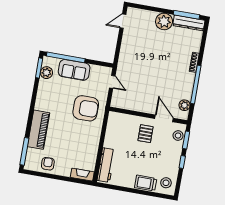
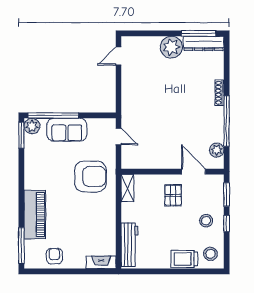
plant: (46, 73) -> (32, 126), moved
shelving: (112, 122) -> (127, 188), added
stool: (178, 136) -> (206, 221), moved

